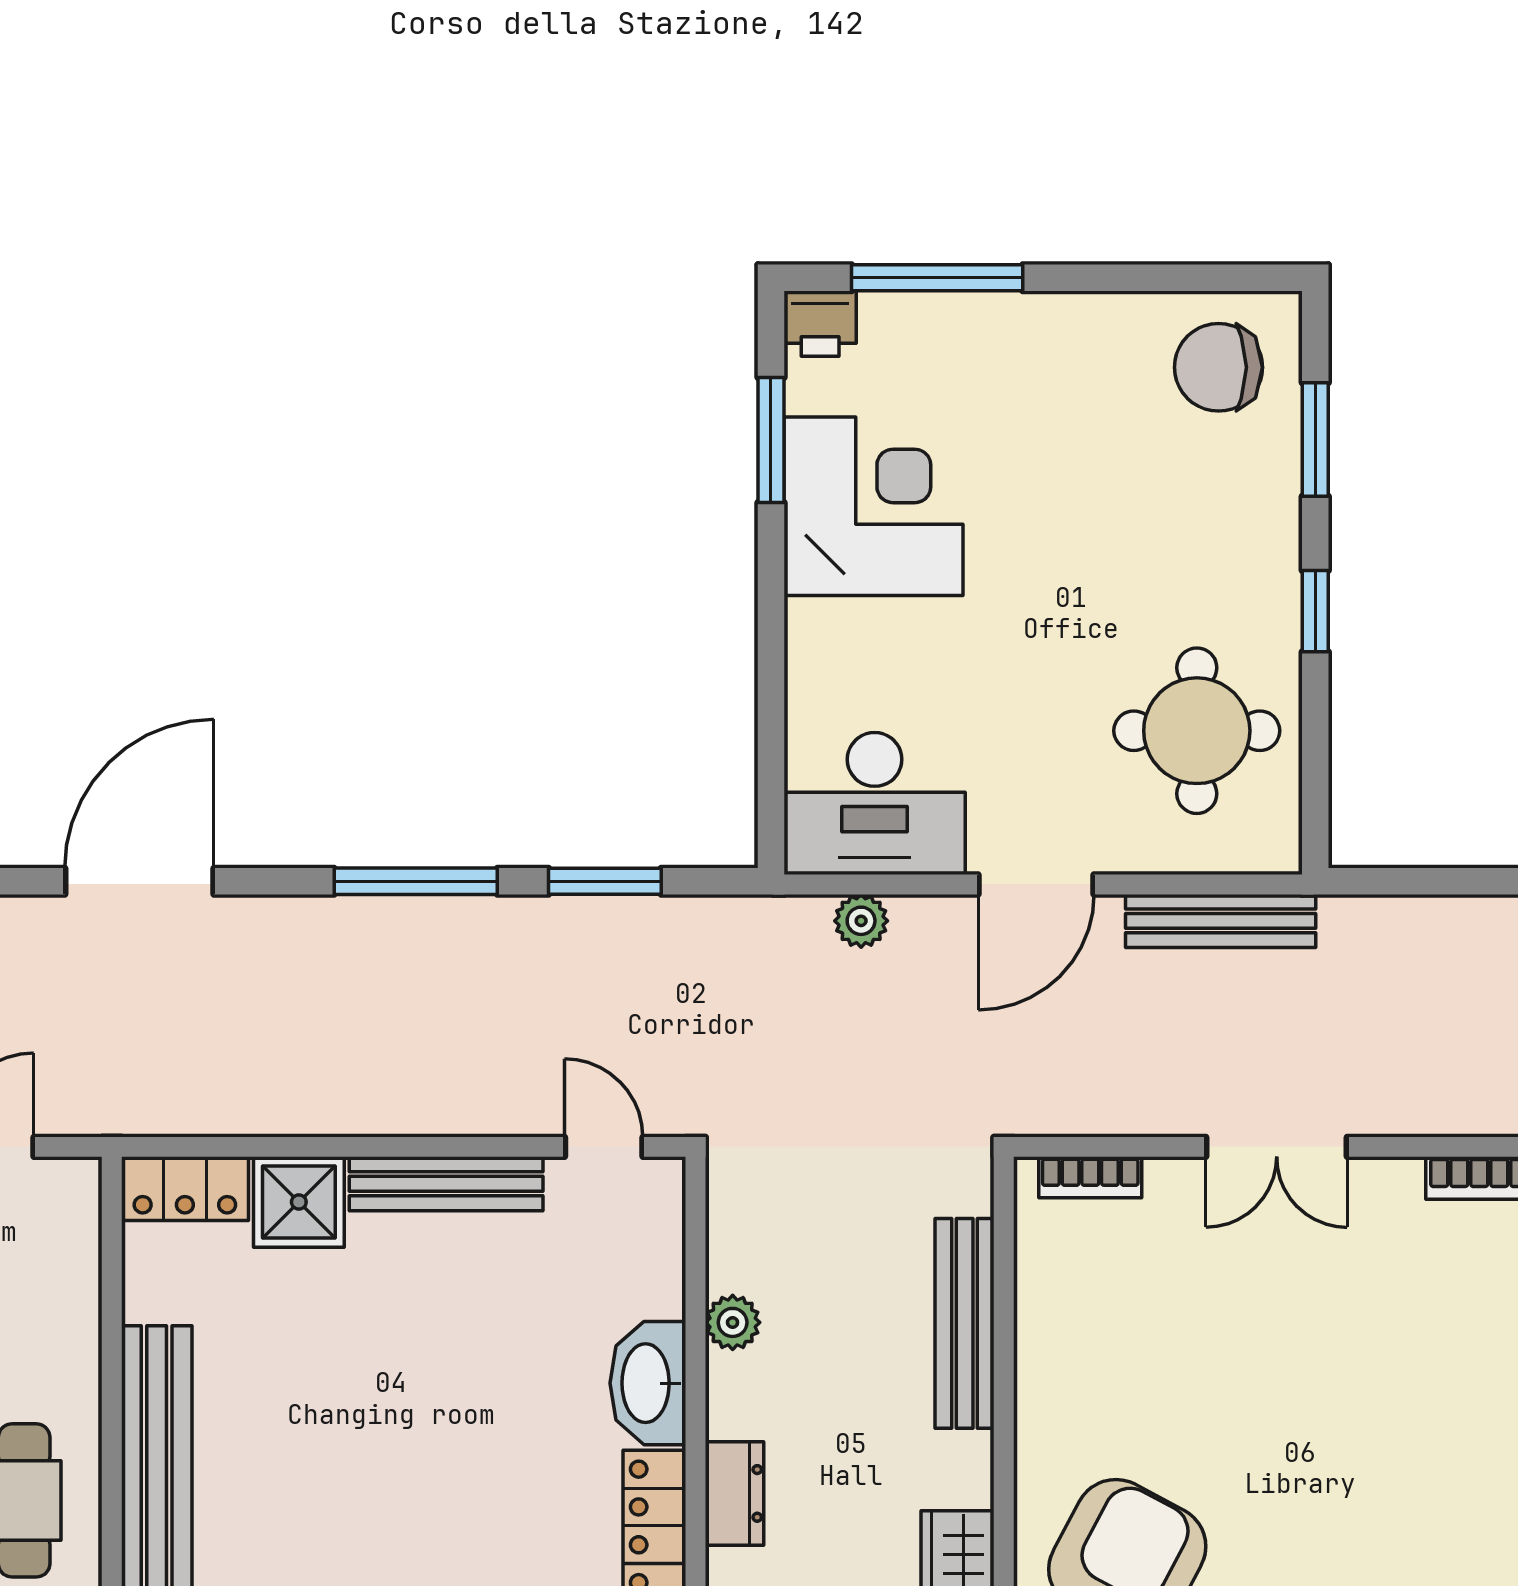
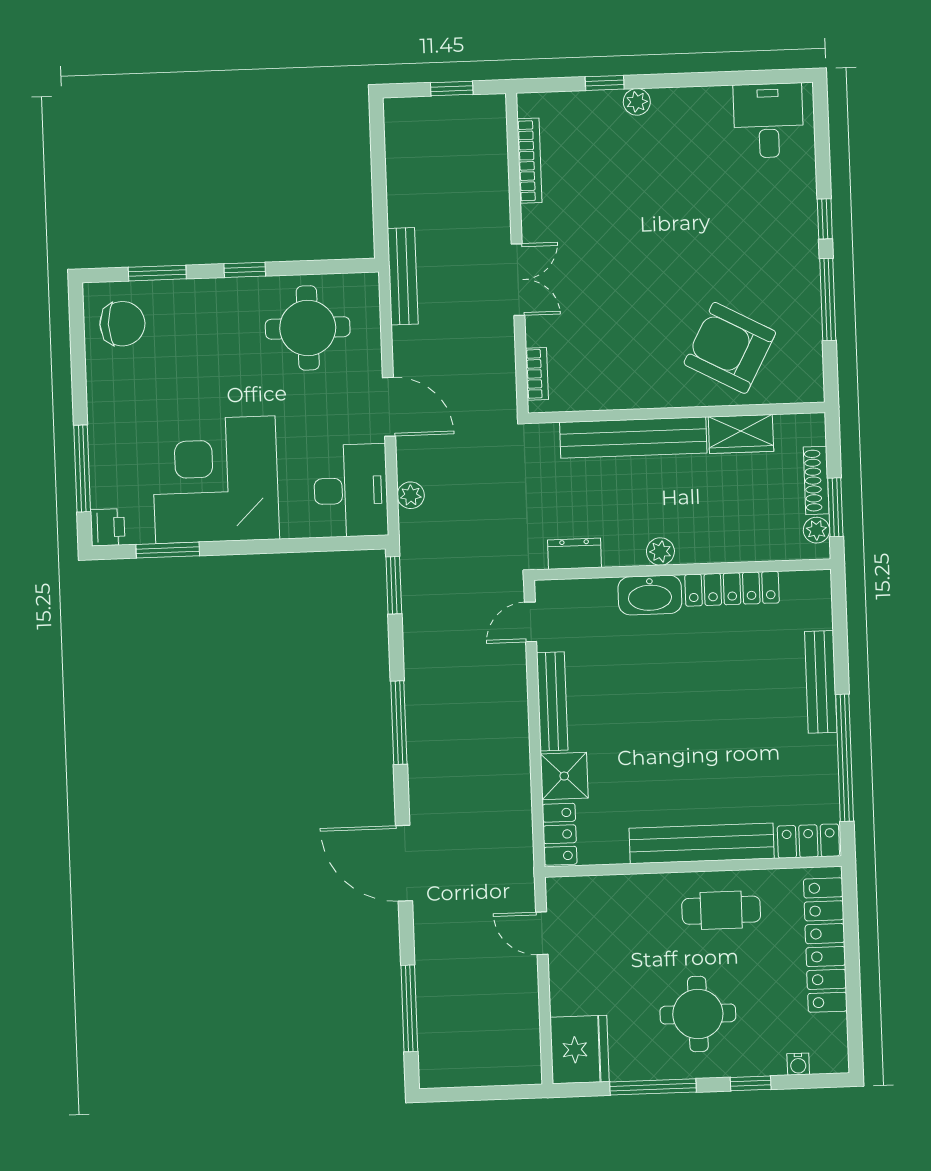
chair: (1219, 367) -> (122, 324), turned -90
corner desk: (873, 506) -> (215, 480), width x1.36, depth x1.36
window: (605, 881) -> (394, 585), moved
bench: (1221, 921) -> (403, 276), moved
plant: (733, 1322) -> (660, 552), moved
bench: (965, 1323) -> (633, 438), width x1.37, depth x1.21
dresser: (734, 1493) -> (574, 554), moved

